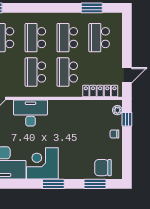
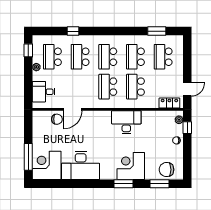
locker: (100, 91) -> (169, 103), width x0.66
desk: (30, 113) -> (126, 122), moved
corner desk: (42, 163) -> (131, 166), moved

